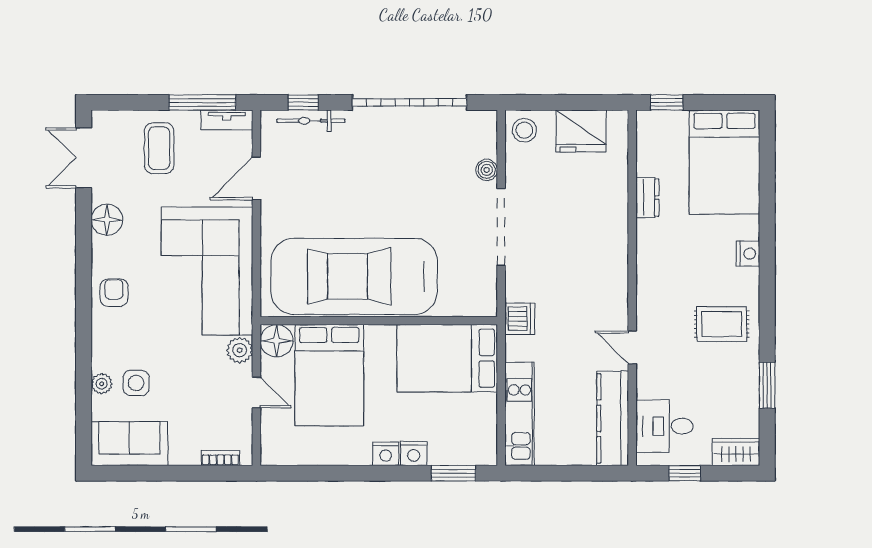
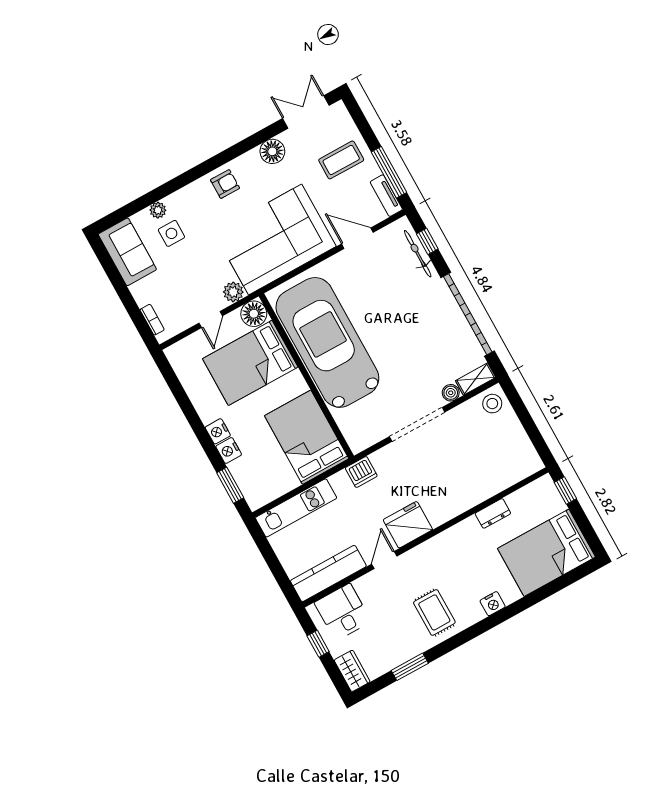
fridge: (581, 131) -> (408, 525), moved, turned 90
shelving: (487, 134) -> (476, 379), added

